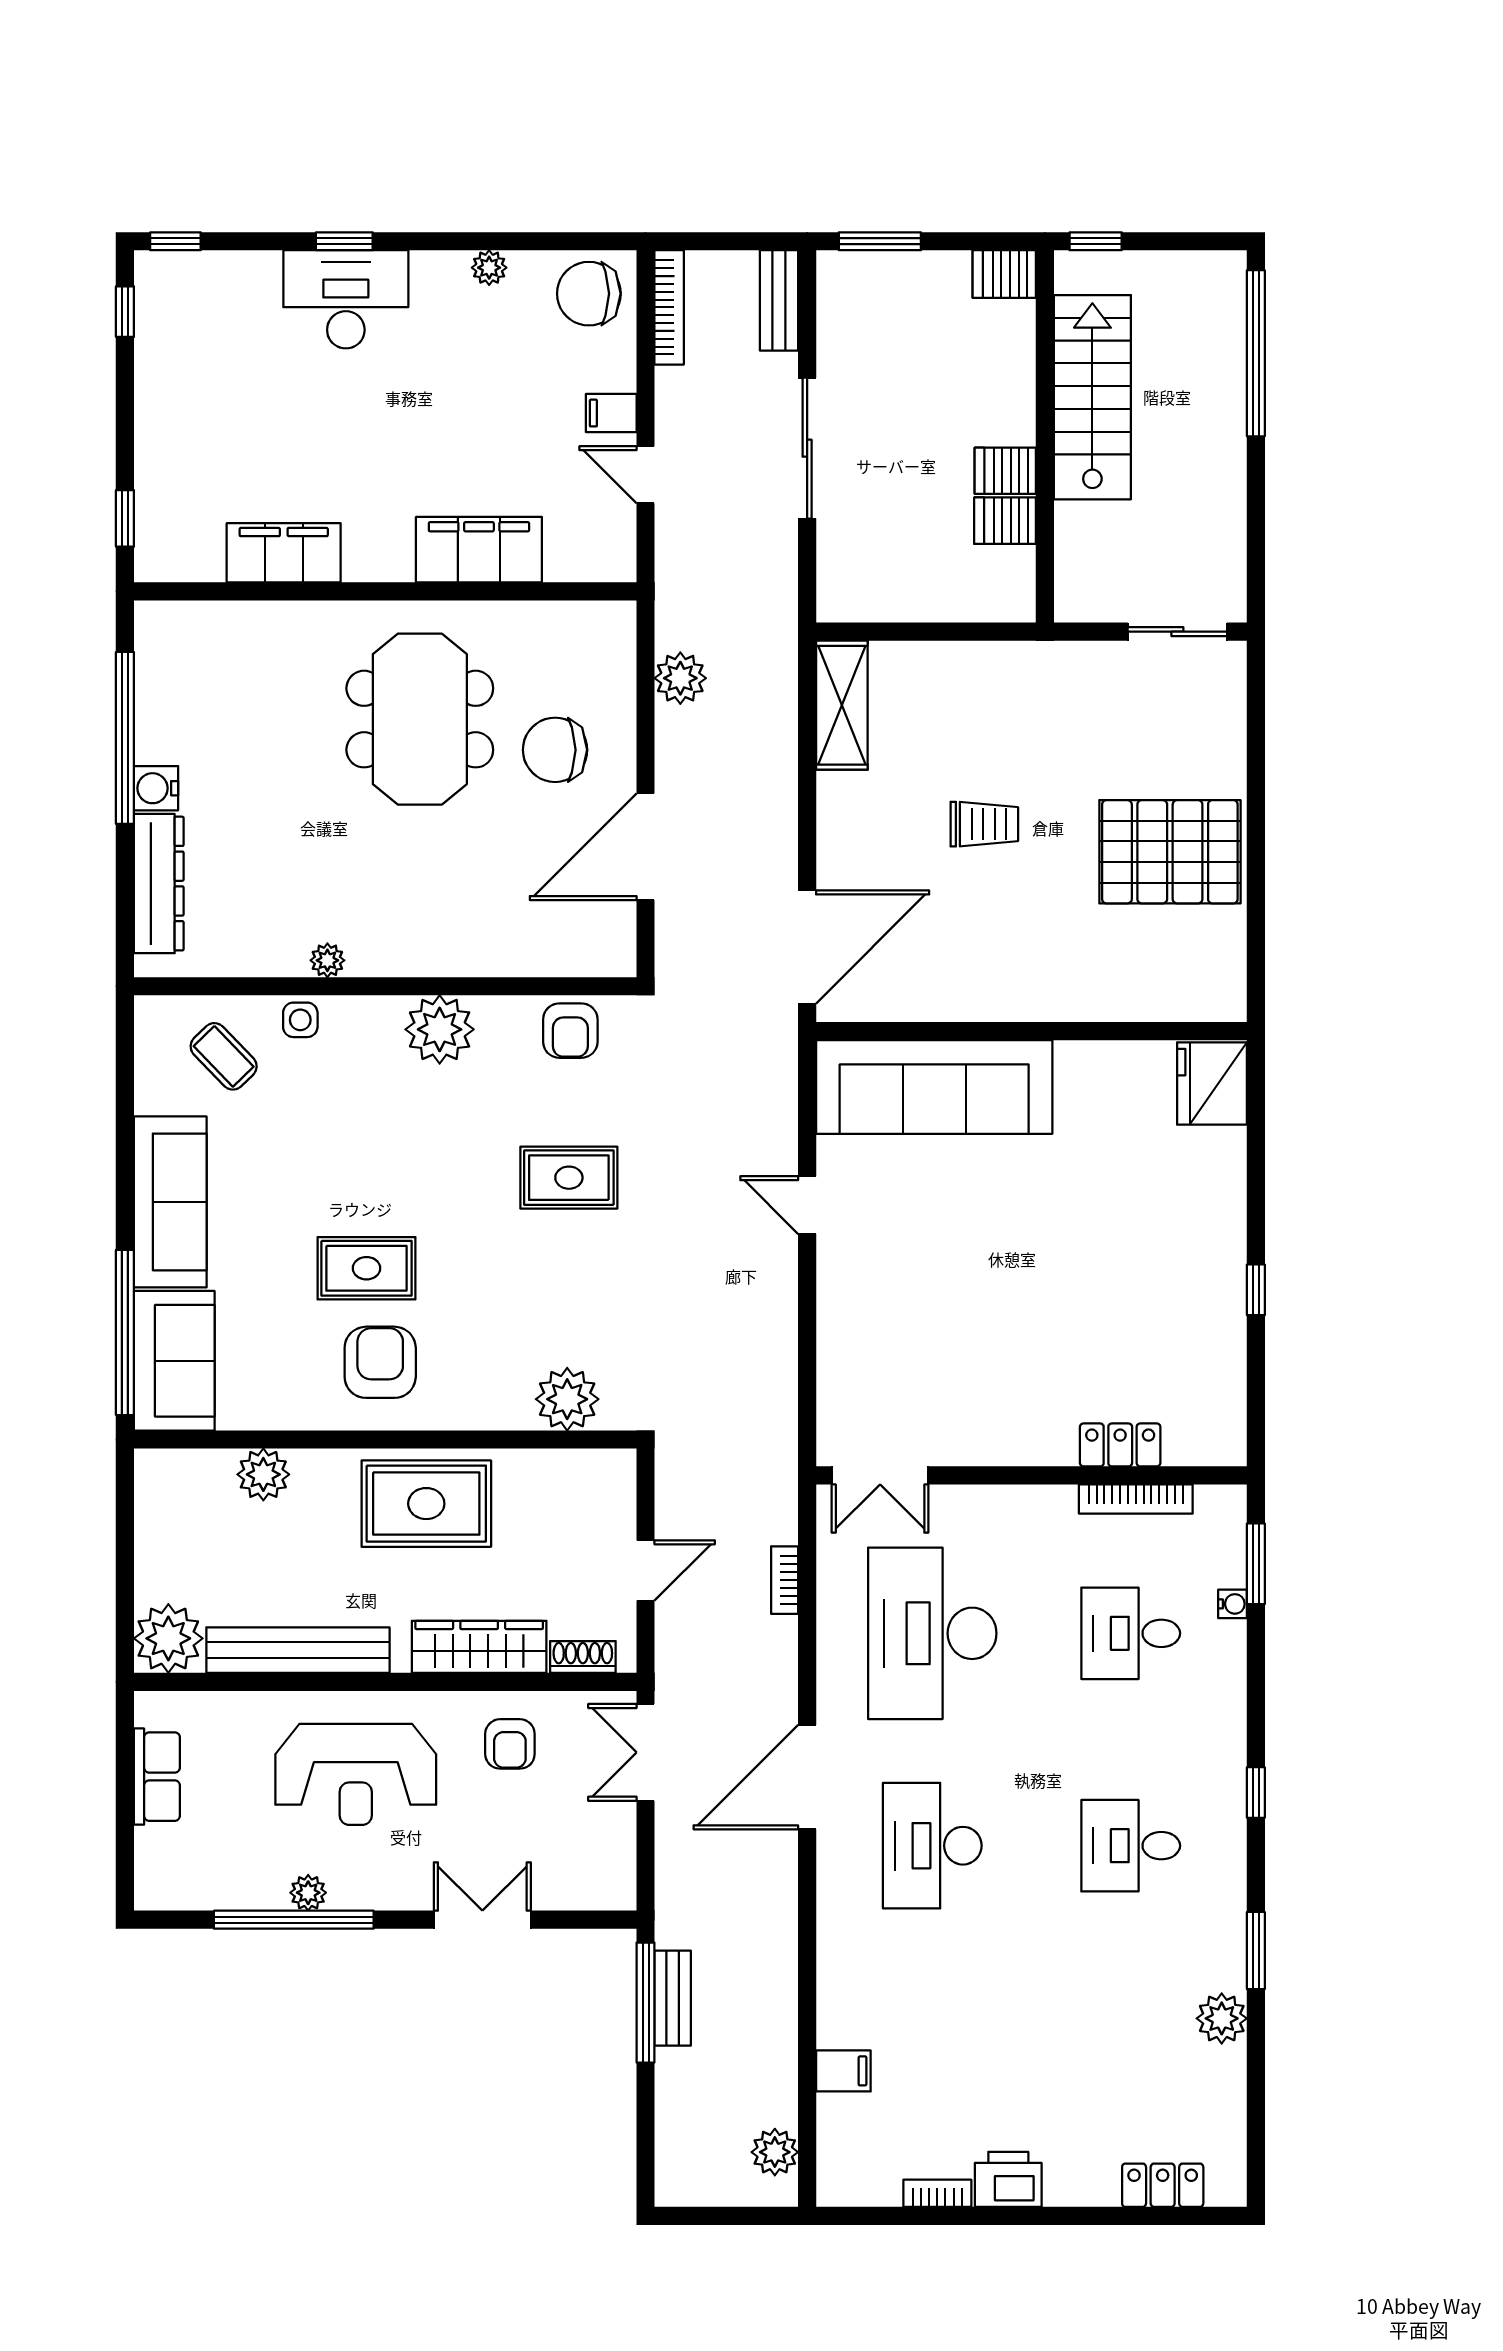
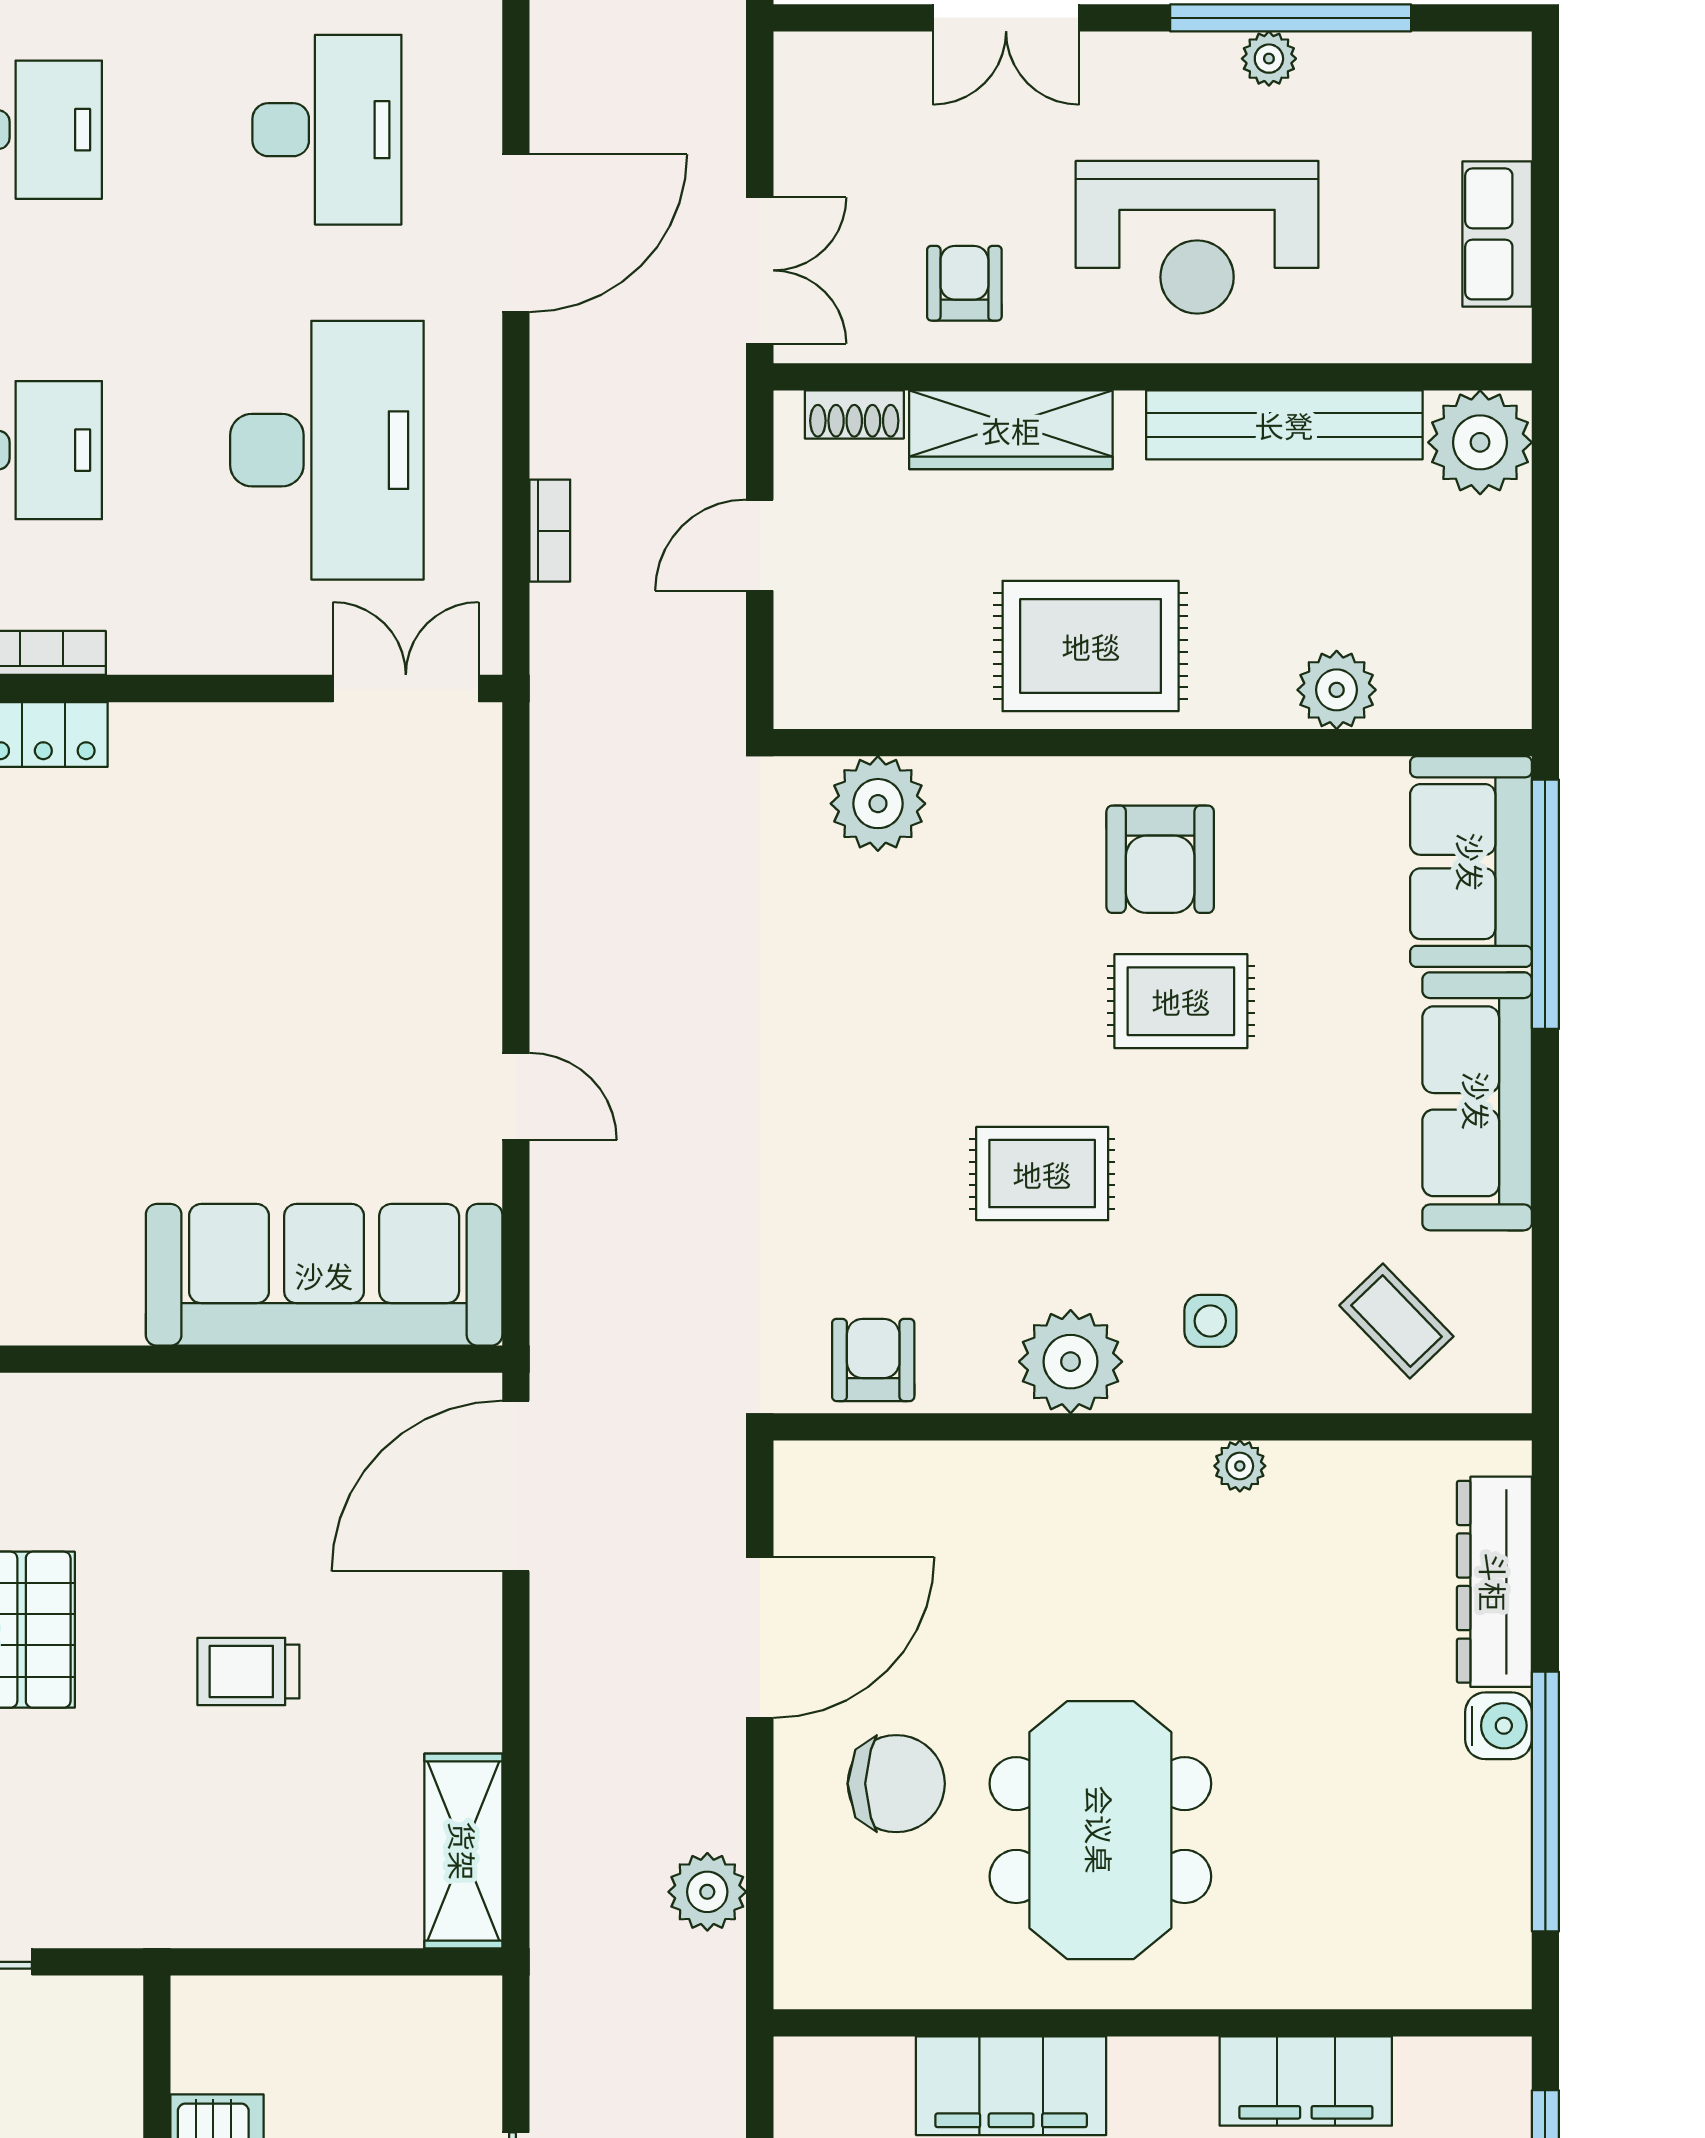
side table: (300, 1020) -> (1210, 1321), moved
rug: (569, 1178) -> (1042, 1174), moved
reception desk: (356, 1774) -> (1197, 237), turned 180

